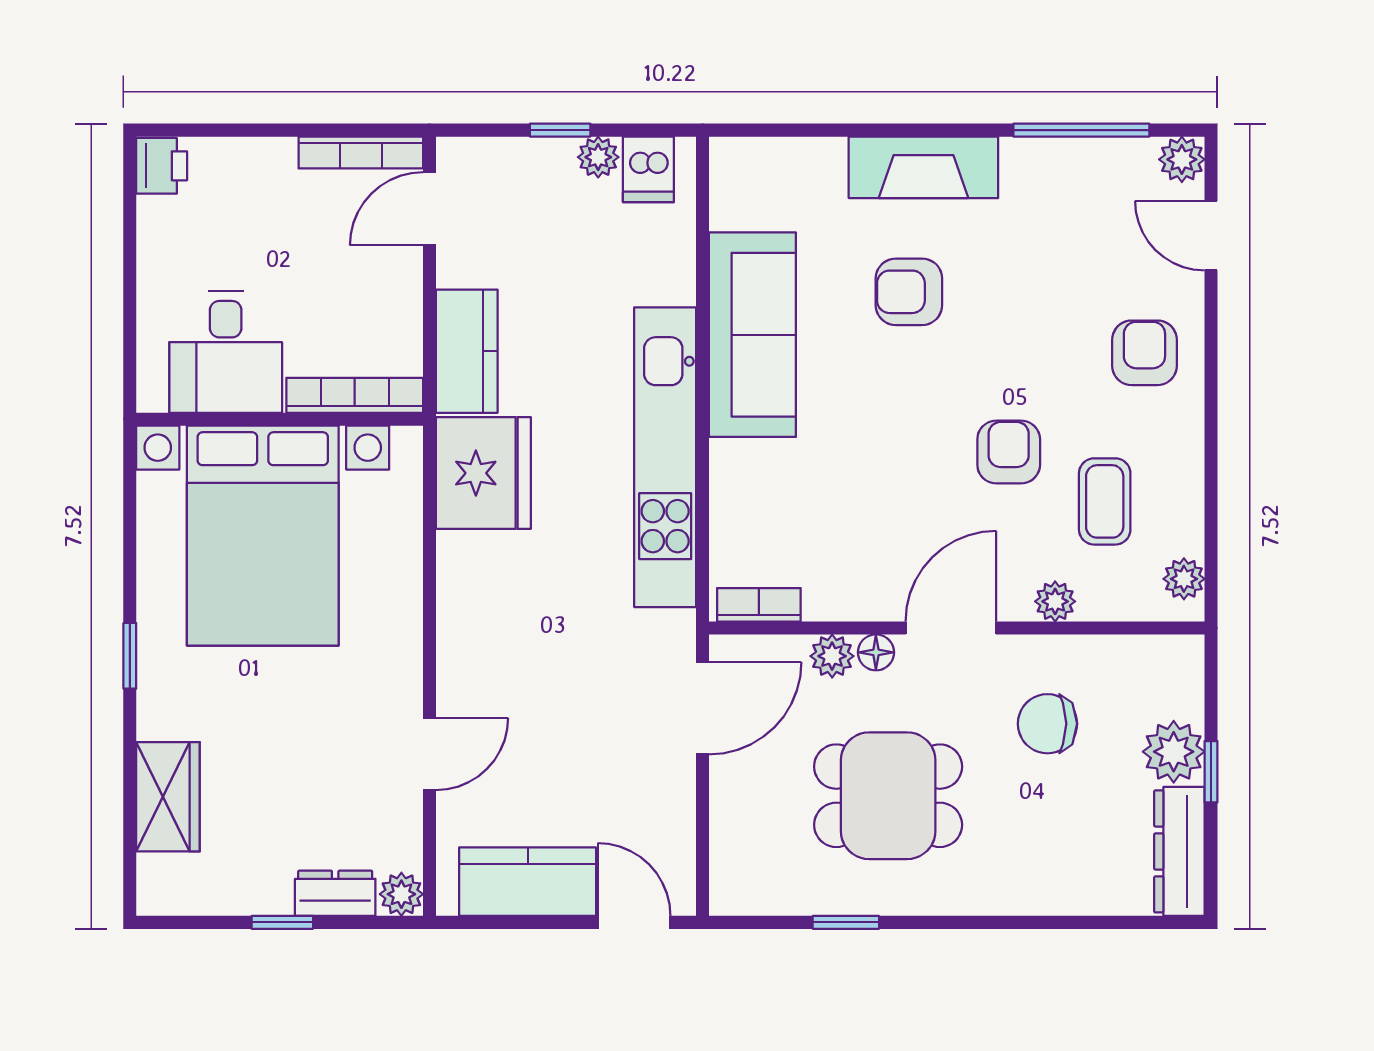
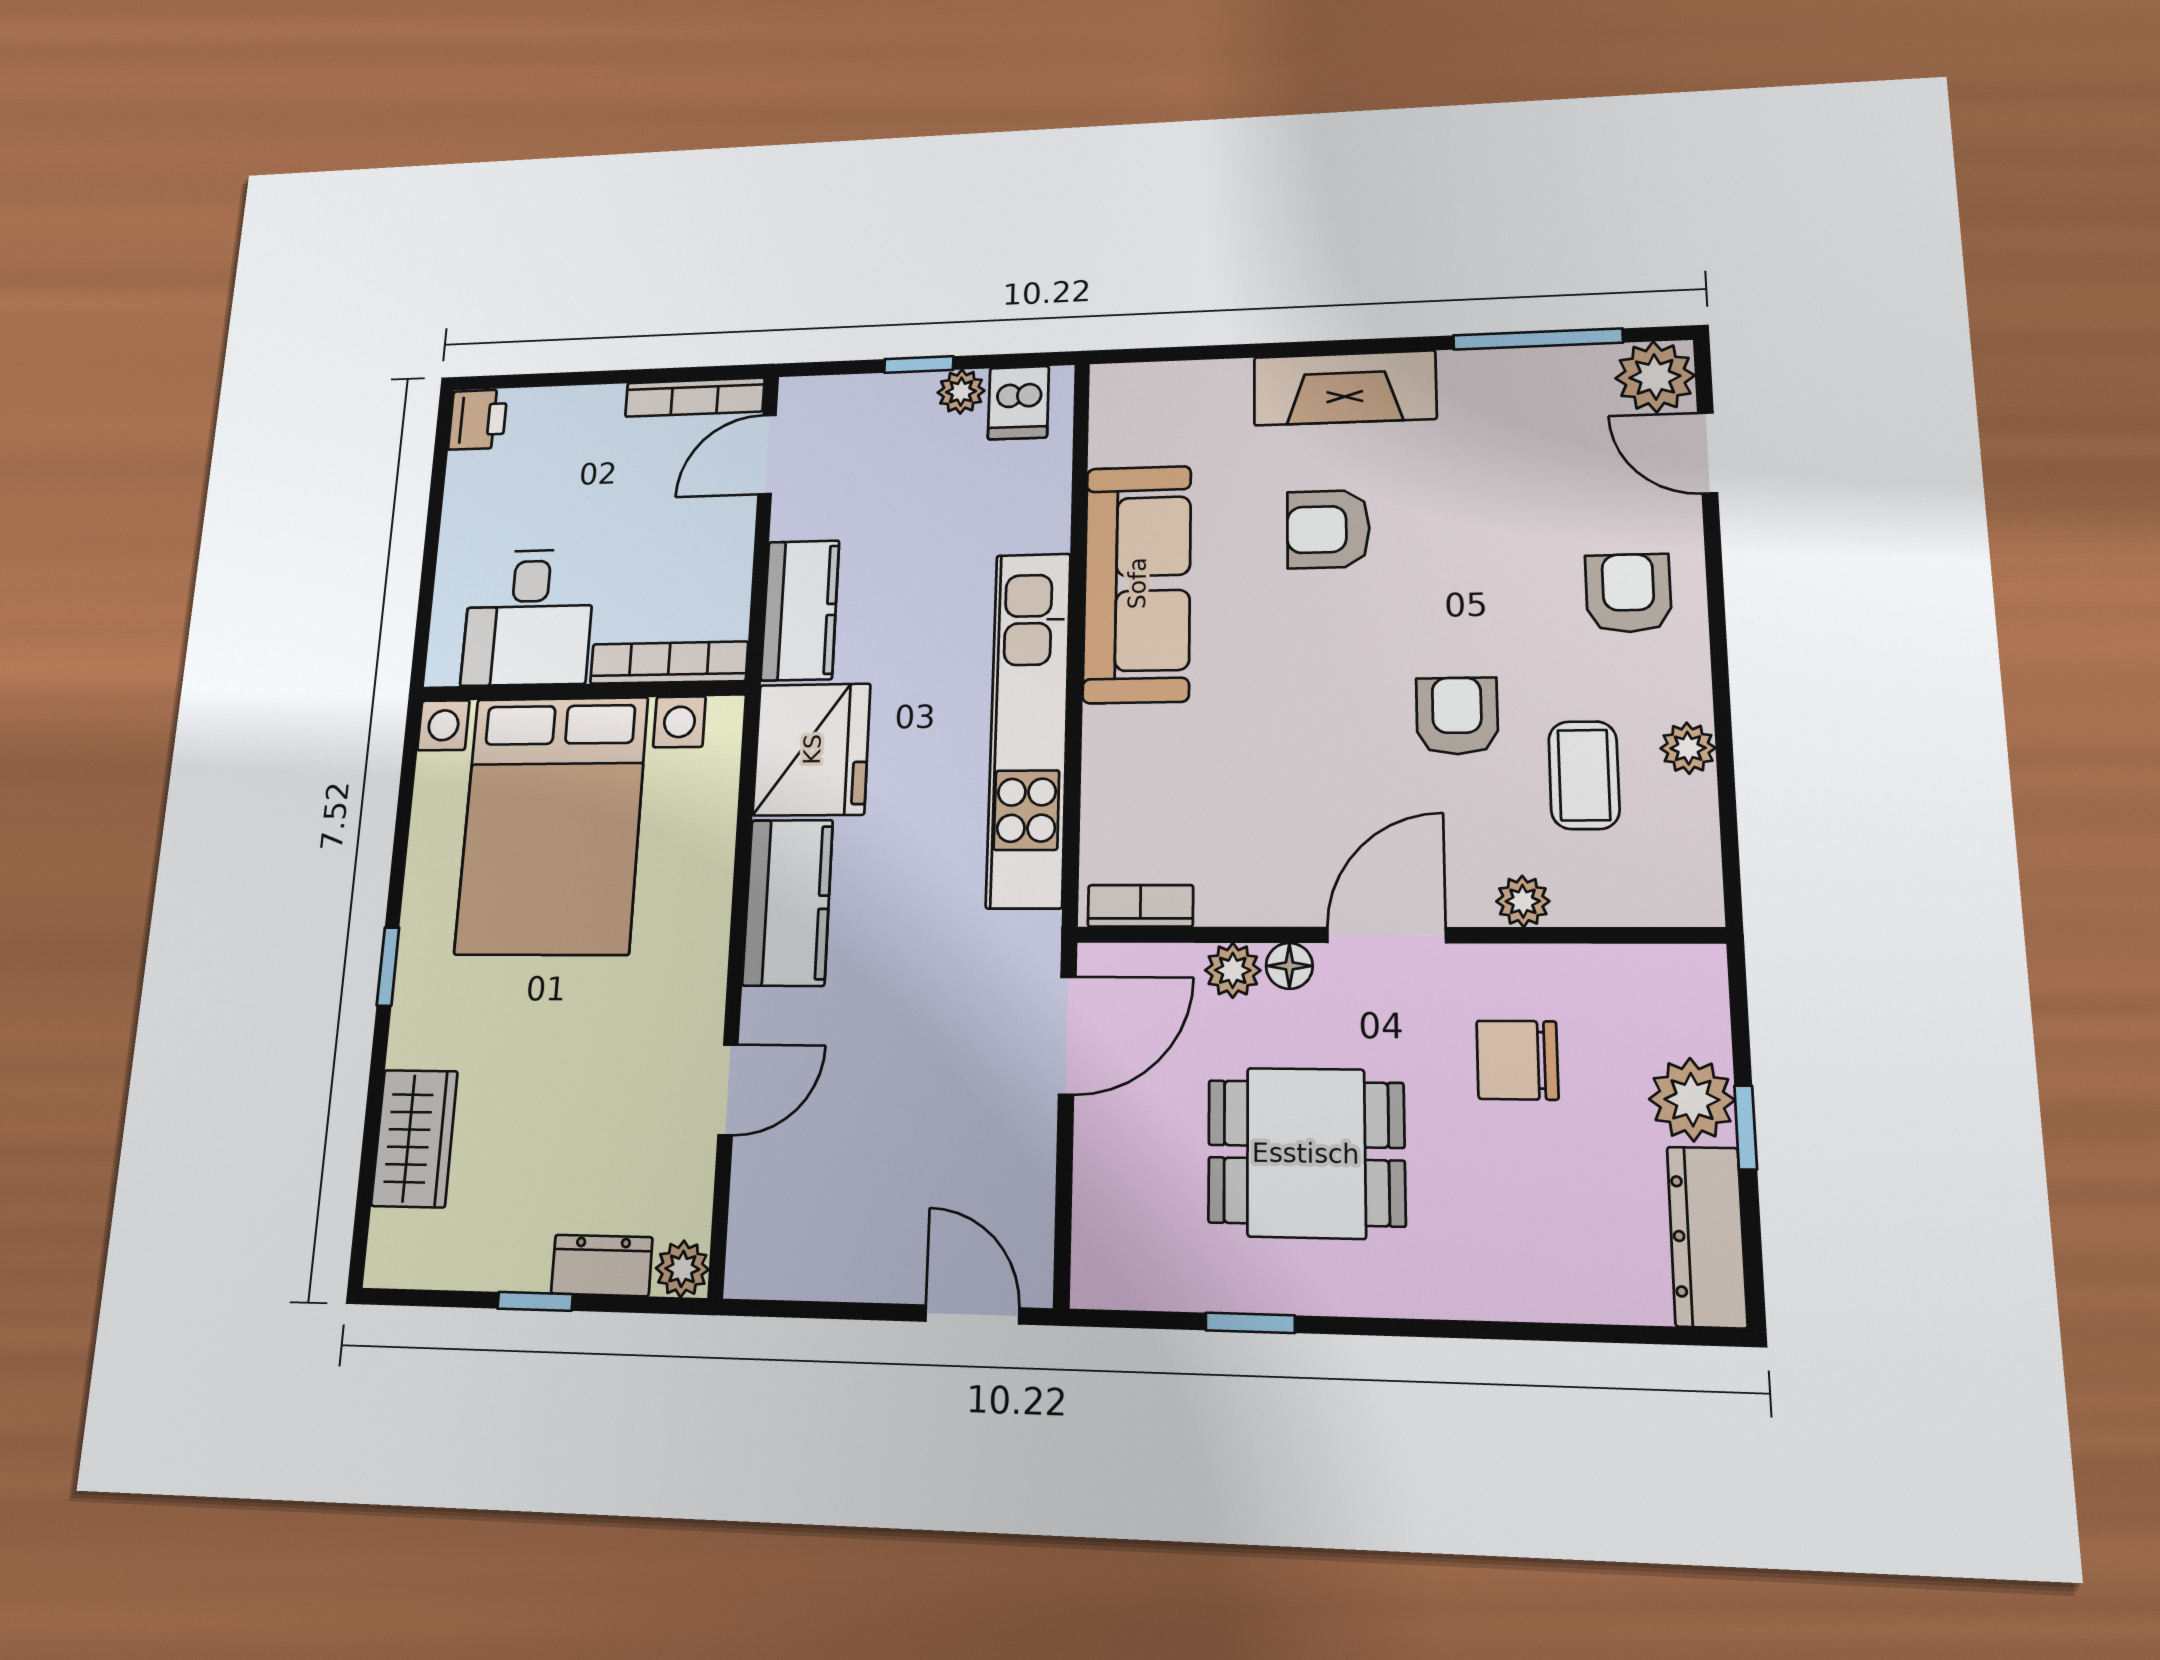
plant: (1182, 159) -> (1655, 377), width x1.38, depth x1.38
plant: (1184, 579) -> (1688, 748), moved
kitchen counter: (528, 882) -> (788, 902), moved, turned 90

